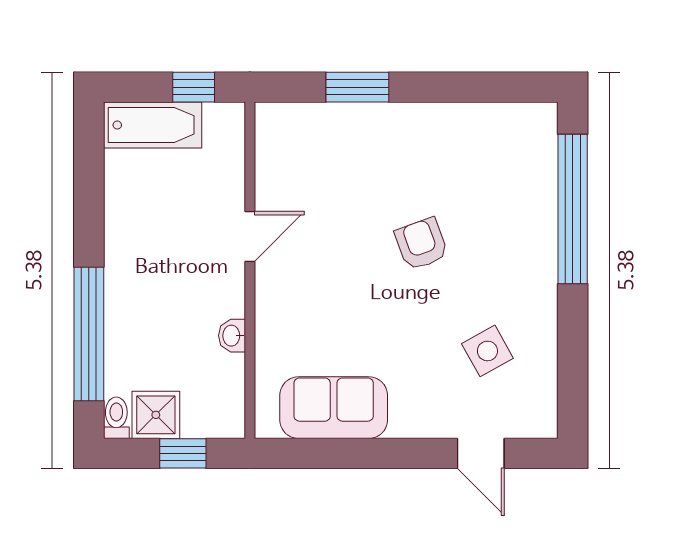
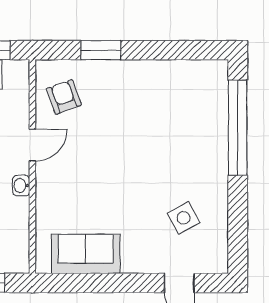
armchair: (421, 244) -> (64, 97), moved
washbasin: (232, 336) -> (21, 186), moved

